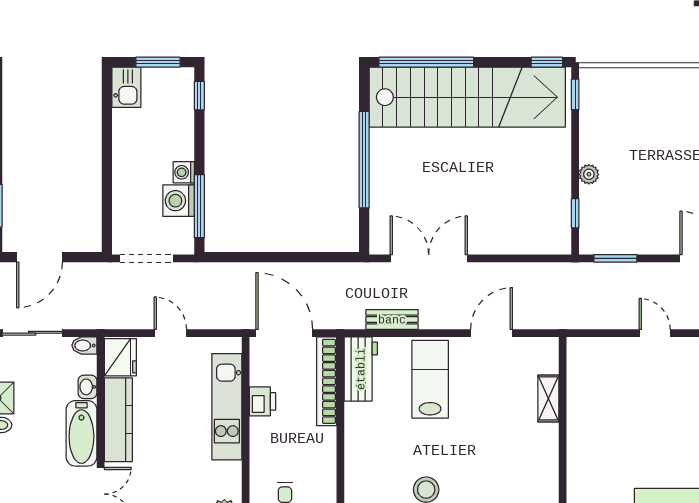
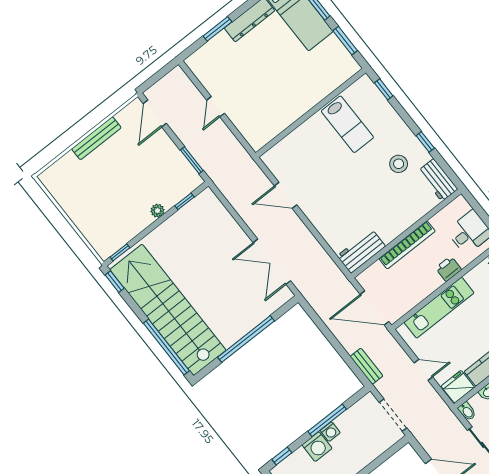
washing machine: (179, 201) -> (317, 447), moved
window: (199, 206) -> (327, 420), moved
bench: (392, 320) -> (367, 366), moved
door: (170, 333) -> (423, 370), swing flipped
door: (284, 333) -> (375, 308), hinge flipped
lab bench: (430, 379) -> (347, 124), moved, turned -90
bookcase: (327, 381) -> (407, 245), moved
shelving: (548, 398) -> (297, 136), removed
printer: (262, 401) -> (449, 269), moved

